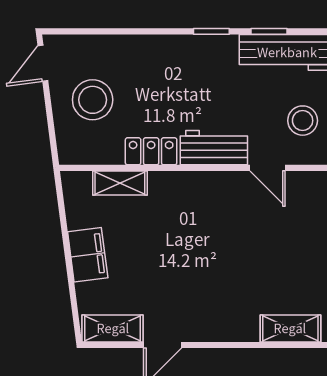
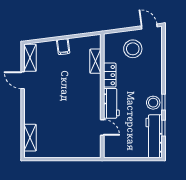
stool: (303, 121) -> (153, 103), moved
door: (268, 168) -> (102, 127), swing flipped
filing cabinet: (88, 255) -> (63, 47), width x0.50

